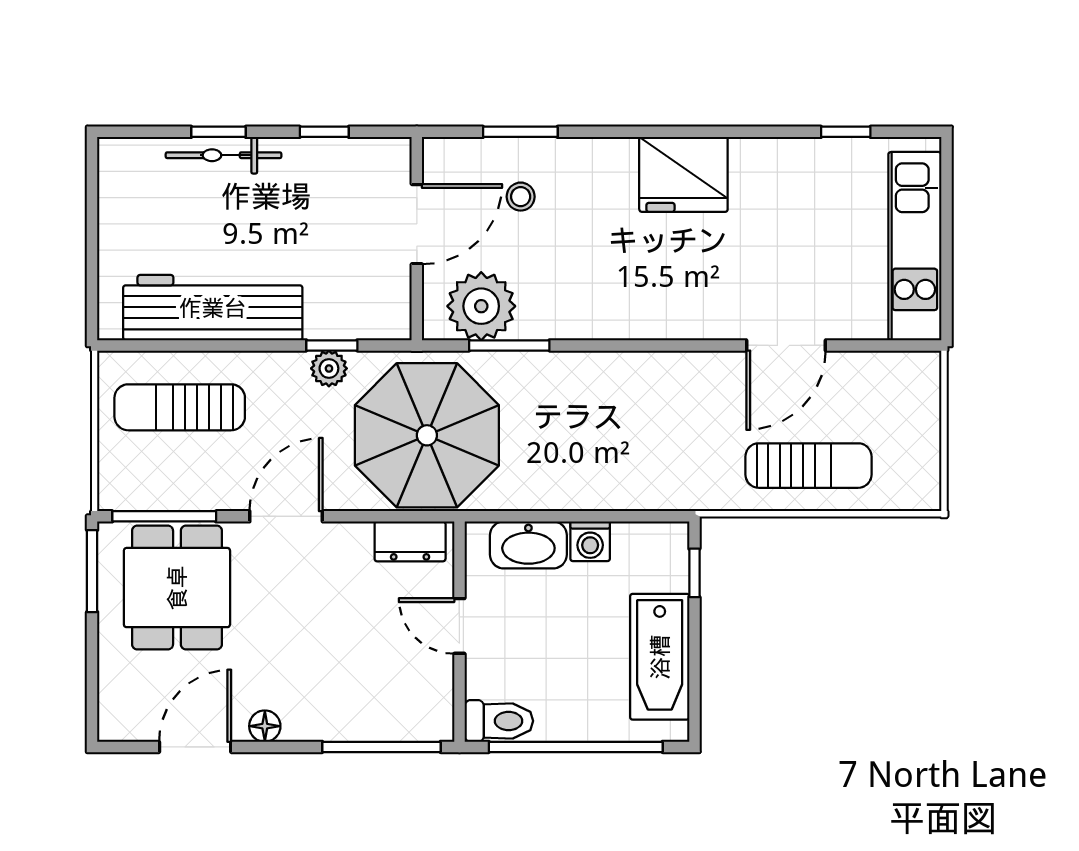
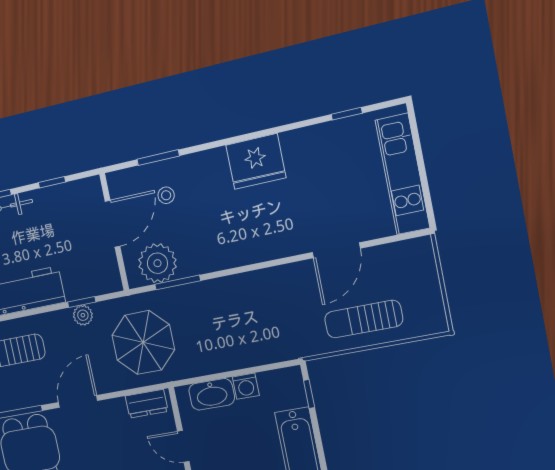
parasol: (427, 435) -> (143, 343), width x0.73, depth x0.73
sun lounger: (808, 466) -> (364, 319), turned 180

